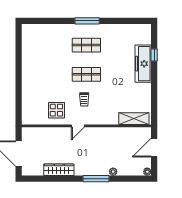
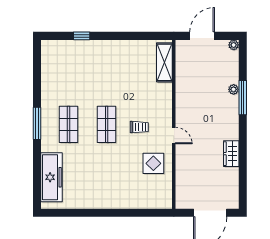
freezer: (143, 64) -> (52, 177), moved, turned -90
door: (154, 148) -> (202, 36), swing flipped
wardrobe: (59, 170) -> (231, 154), width x0.67
window: (96, 179) -> (243, 98), moved

